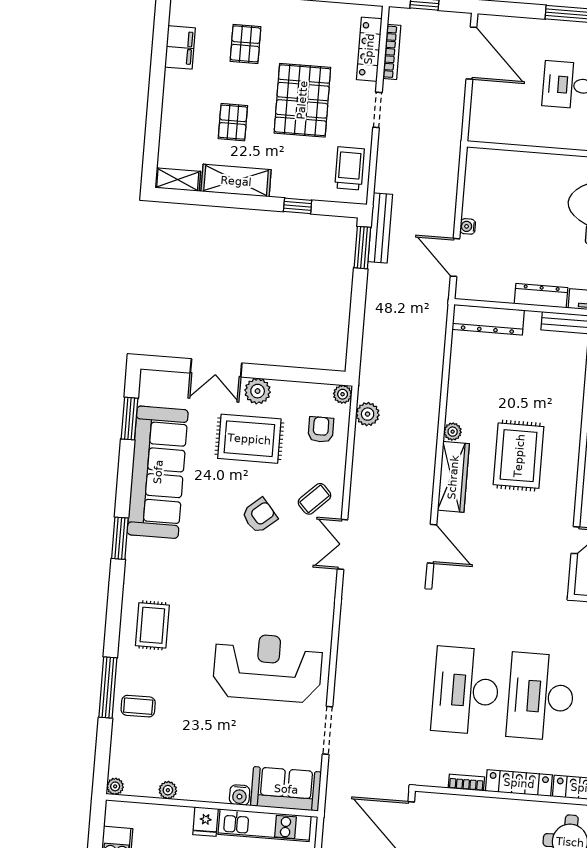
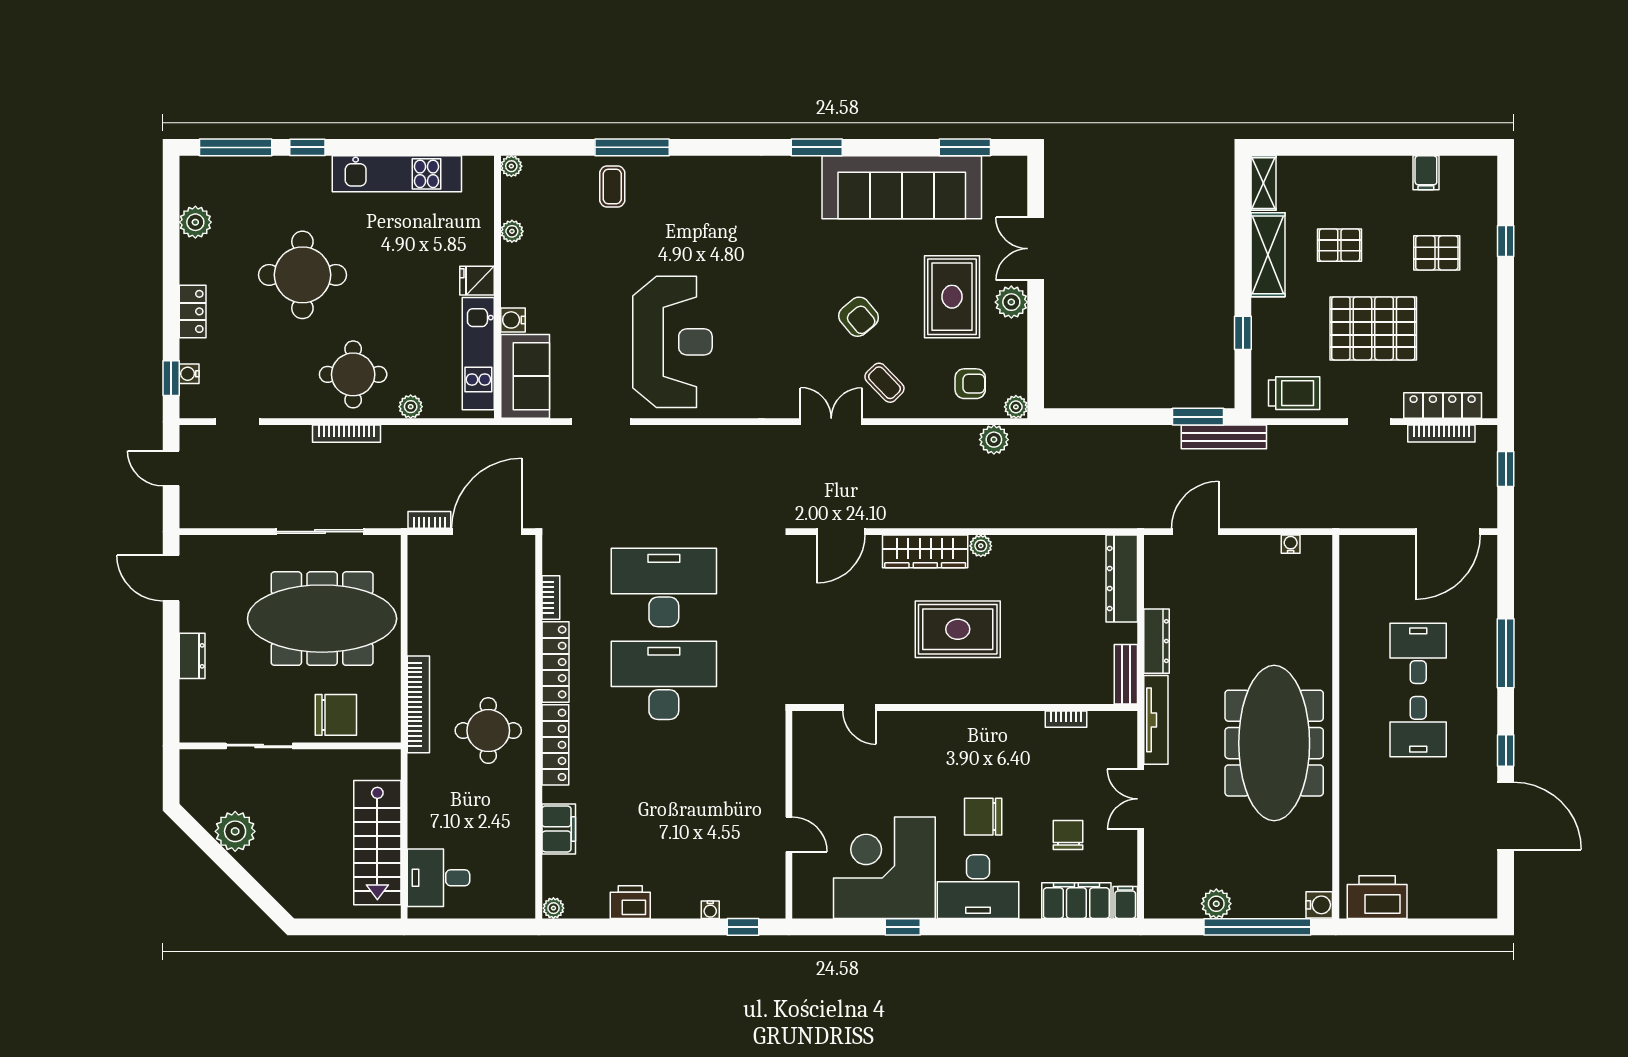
filing cabinet: (180, 47) -> (1426, 173), width x0.50
water cooler: (468, 226) -> (1291, 544), moved
rug: (152, 625) -> (713, 196), removed

